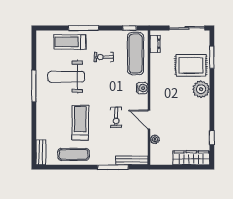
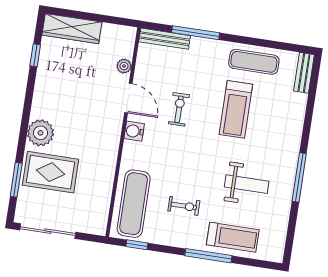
dresser: (155, 44) -> (101, 214), removed
weight bench: (66, 77) -> (247, 184), width x0.73, depth x0.75
water cooler: (142, 88) -> (134, 131), moved

